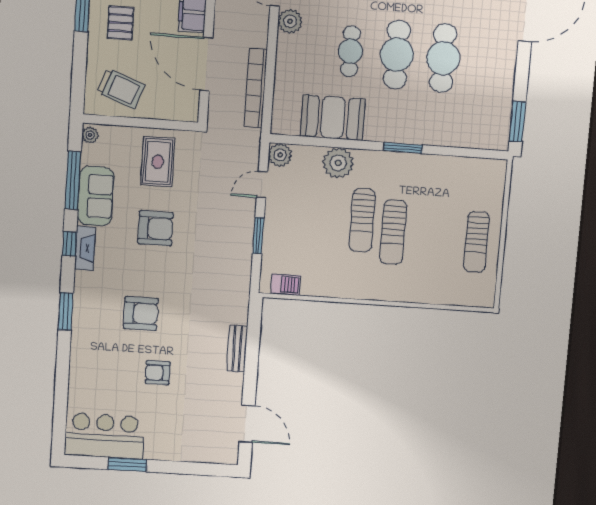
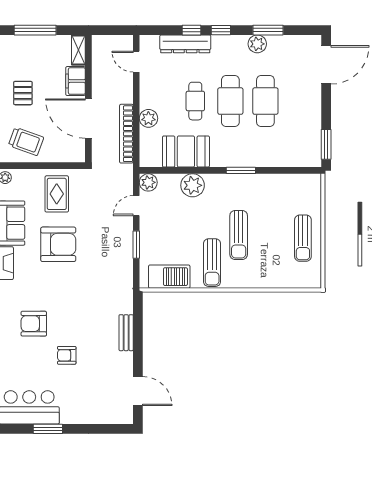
plant: (290, 21) -> (148, 118), moved
sun lounger: (362, 220) -> (212, 263), moved
armchair: (156, 228) -> (58, 244), width x1.36, depth x1.36
barbecue: (286, 285) -> (169, 277), width x1.88, depth x1.53
armchair: (141, 313) -> (34, 324), moved, turned 180

